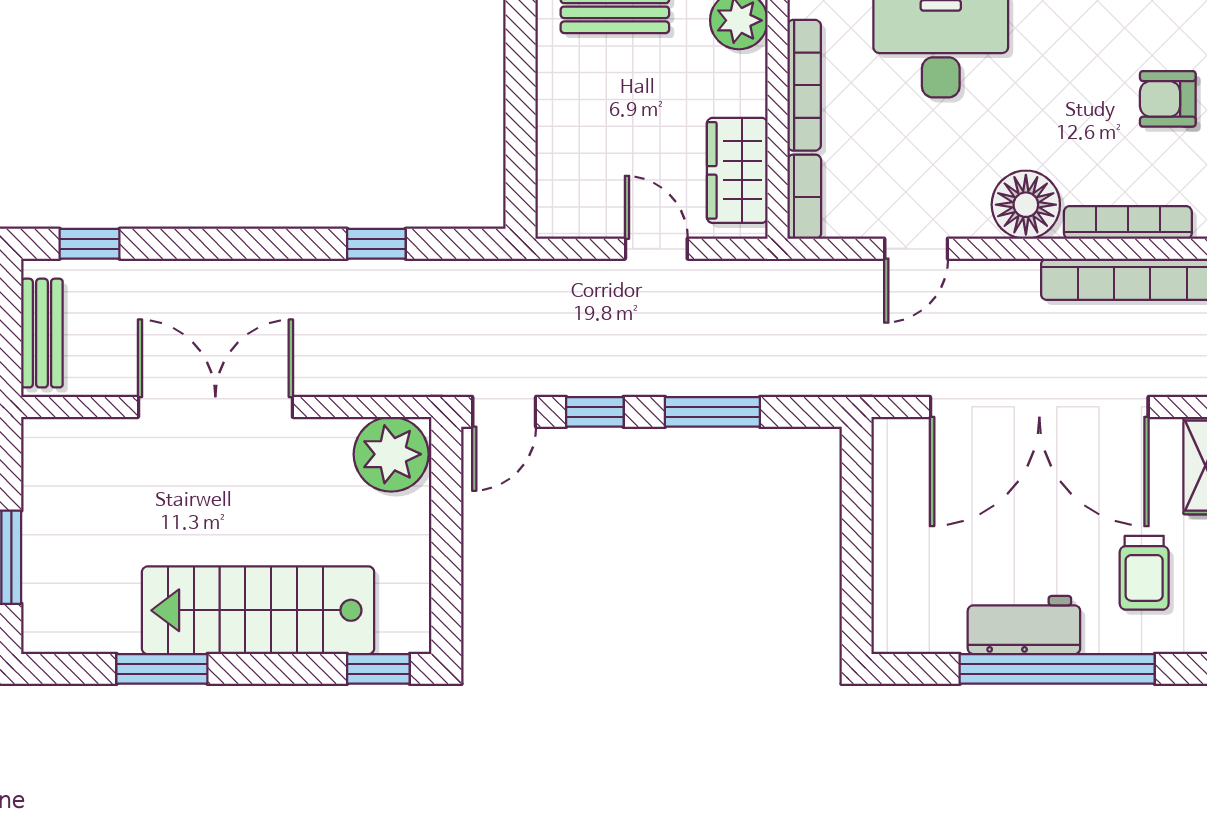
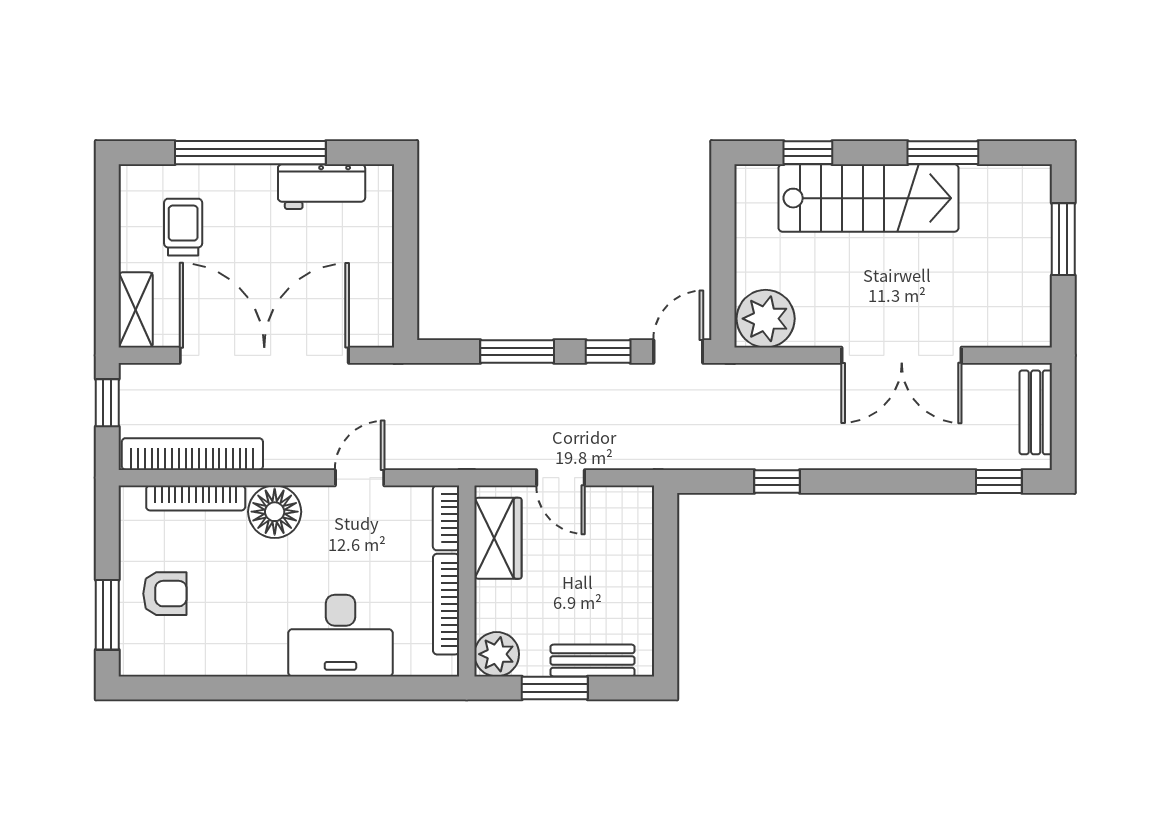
workbench: (1024, 625) -> (322, 187), moved
window: (378, 669) -> (808, 153), moved

